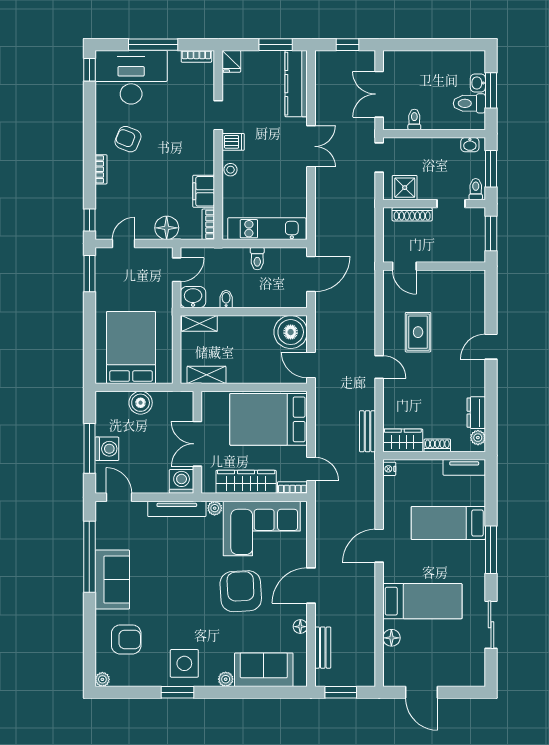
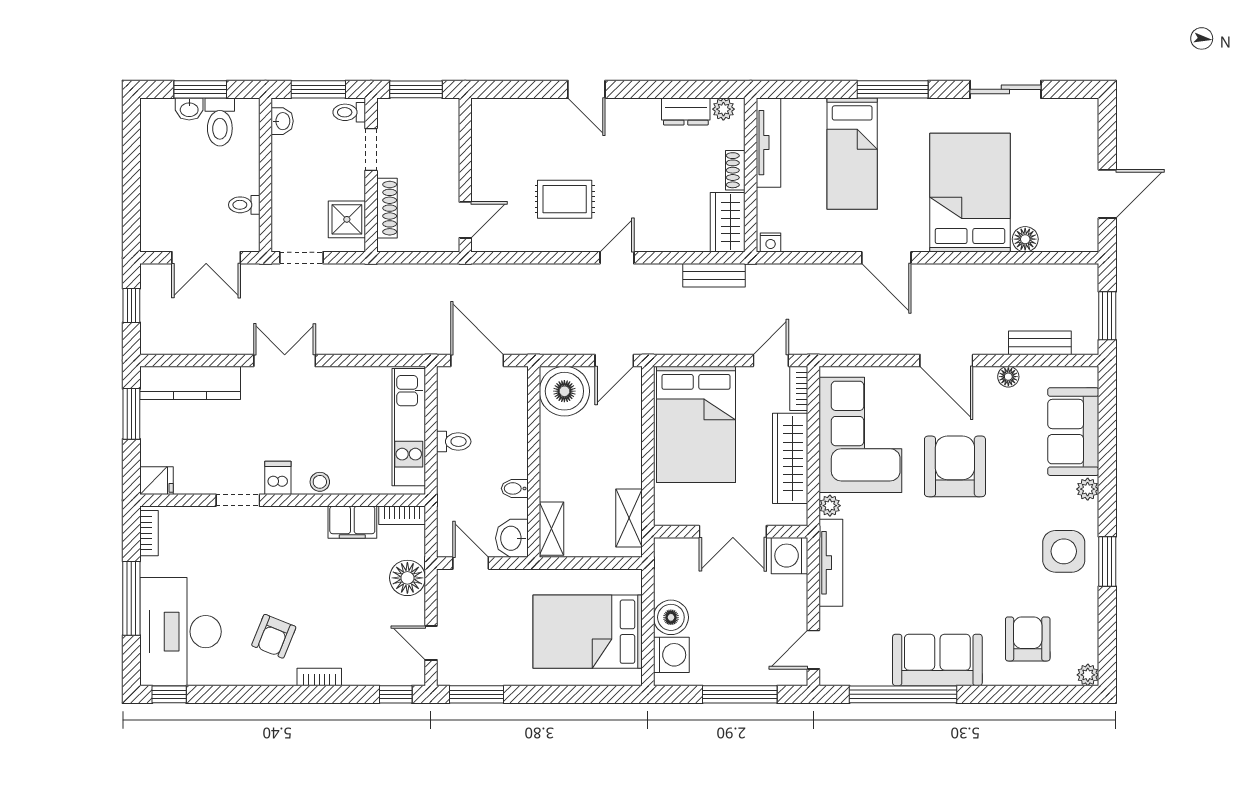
washing machine: (107, 449) -> (671, 655), moved, turned 90
tv unit: (464, 467) -> (768, 143), width x1.41
armchair: (241, 591) -> (955, 466), turned 93
bed: (422, 601) -> (970, 193), width x1.50

